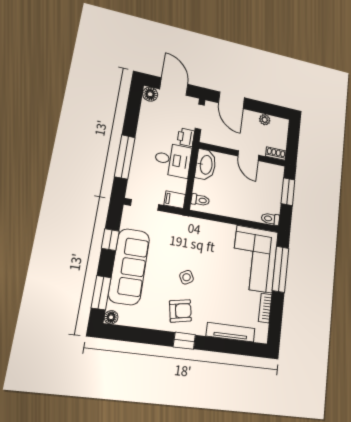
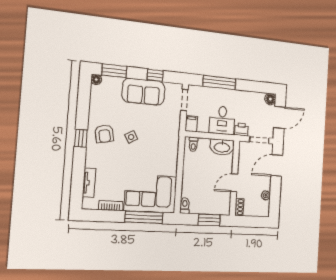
sofa: (129, 267) -> (144, 92), width x0.73
tv unit: (231, 332) -> (89, 183), width x0.71

